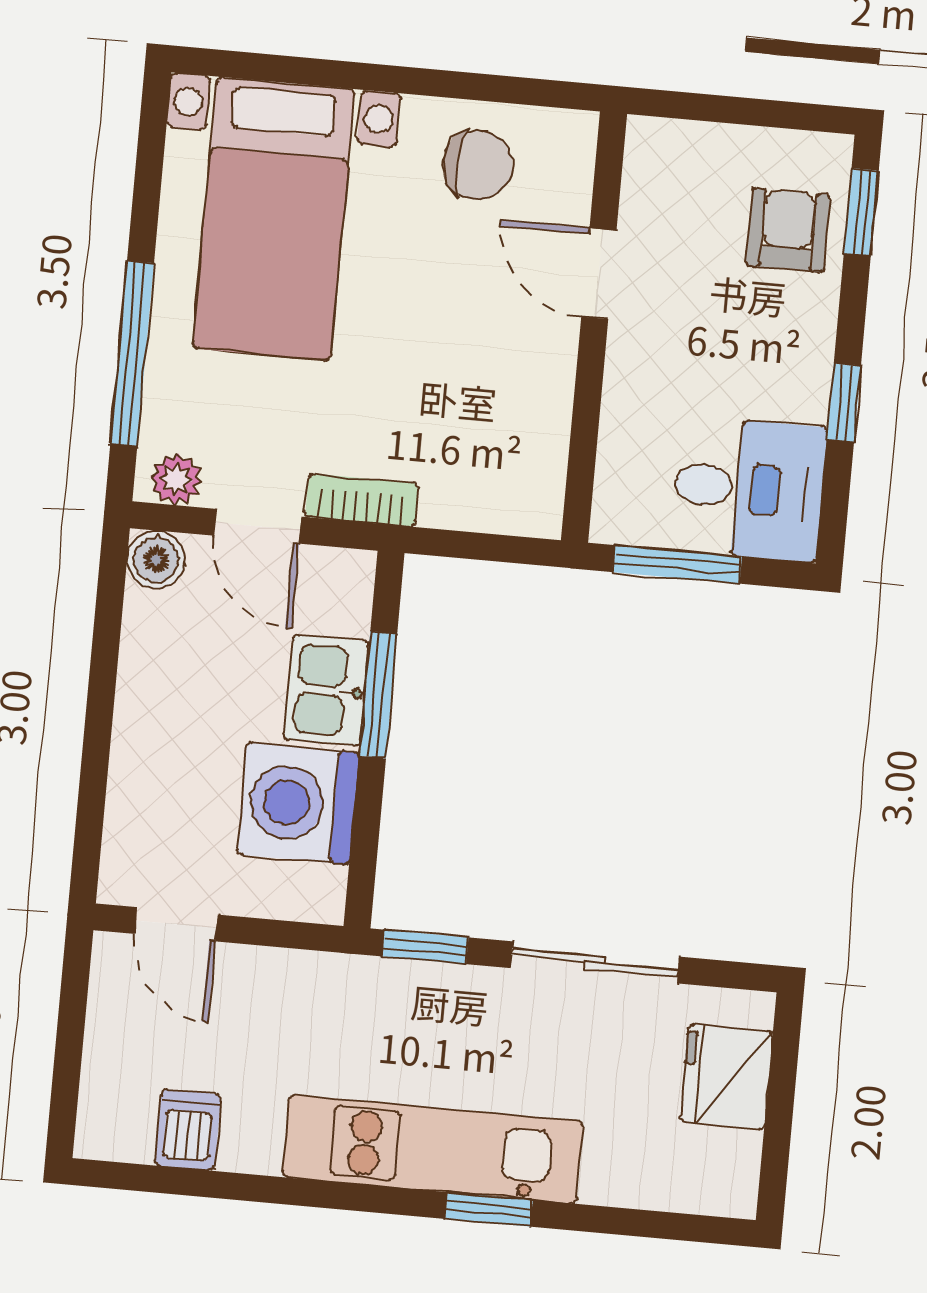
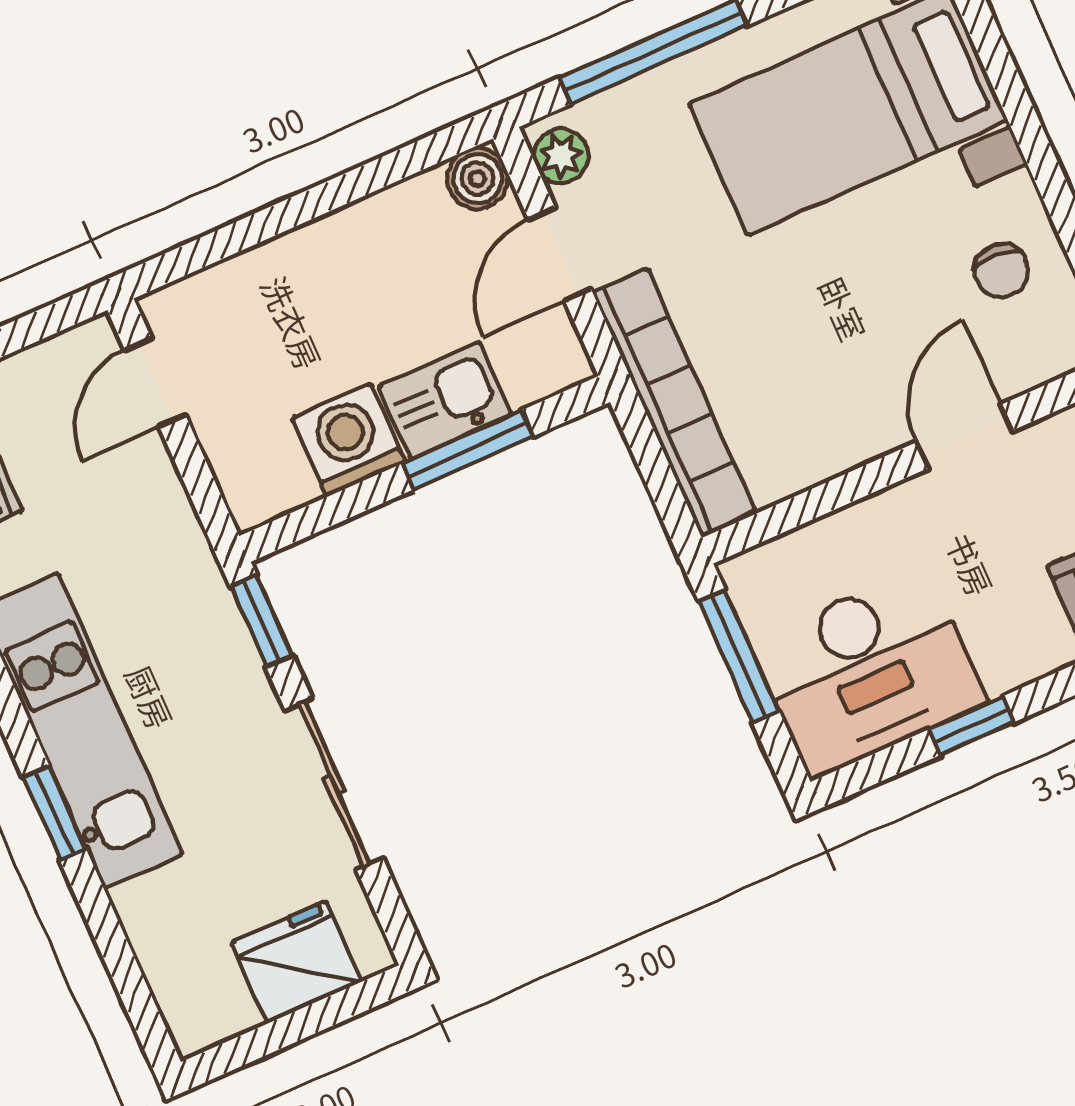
chair: (478, 165) -> (1001, 271), width x0.73, depth x0.73
desk: (749, 489) -> (868, 672), width x1.37
bookcase: (362, 500) -> (674, 402), width x2.31, depth x1.31
washing machine: (298, 803) -> (349, 440), width x0.73, depth x0.73

